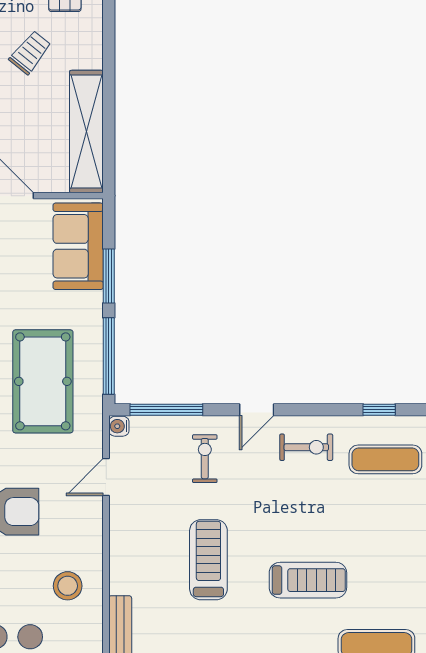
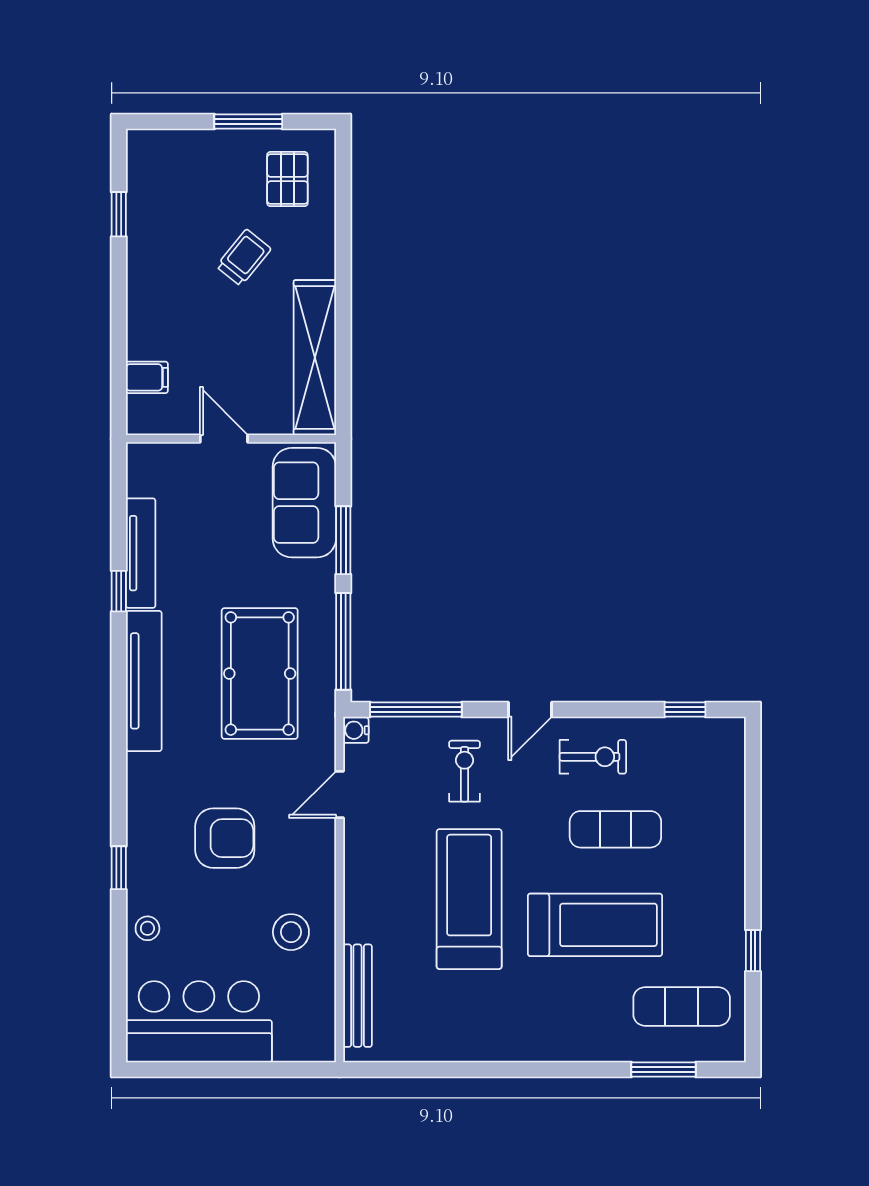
exercise mat: (385, 459) -> (615, 829), moved
treadmill: (208, 560) -> (469, 899), width x1.37, depth x1.38
treadmill: (308, 580) -> (595, 925), width x1.37, depth x1.38

